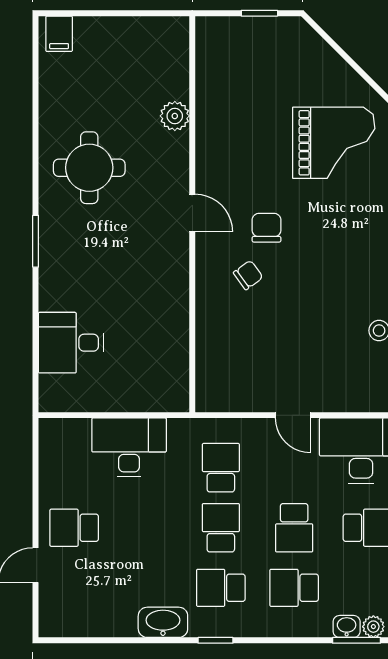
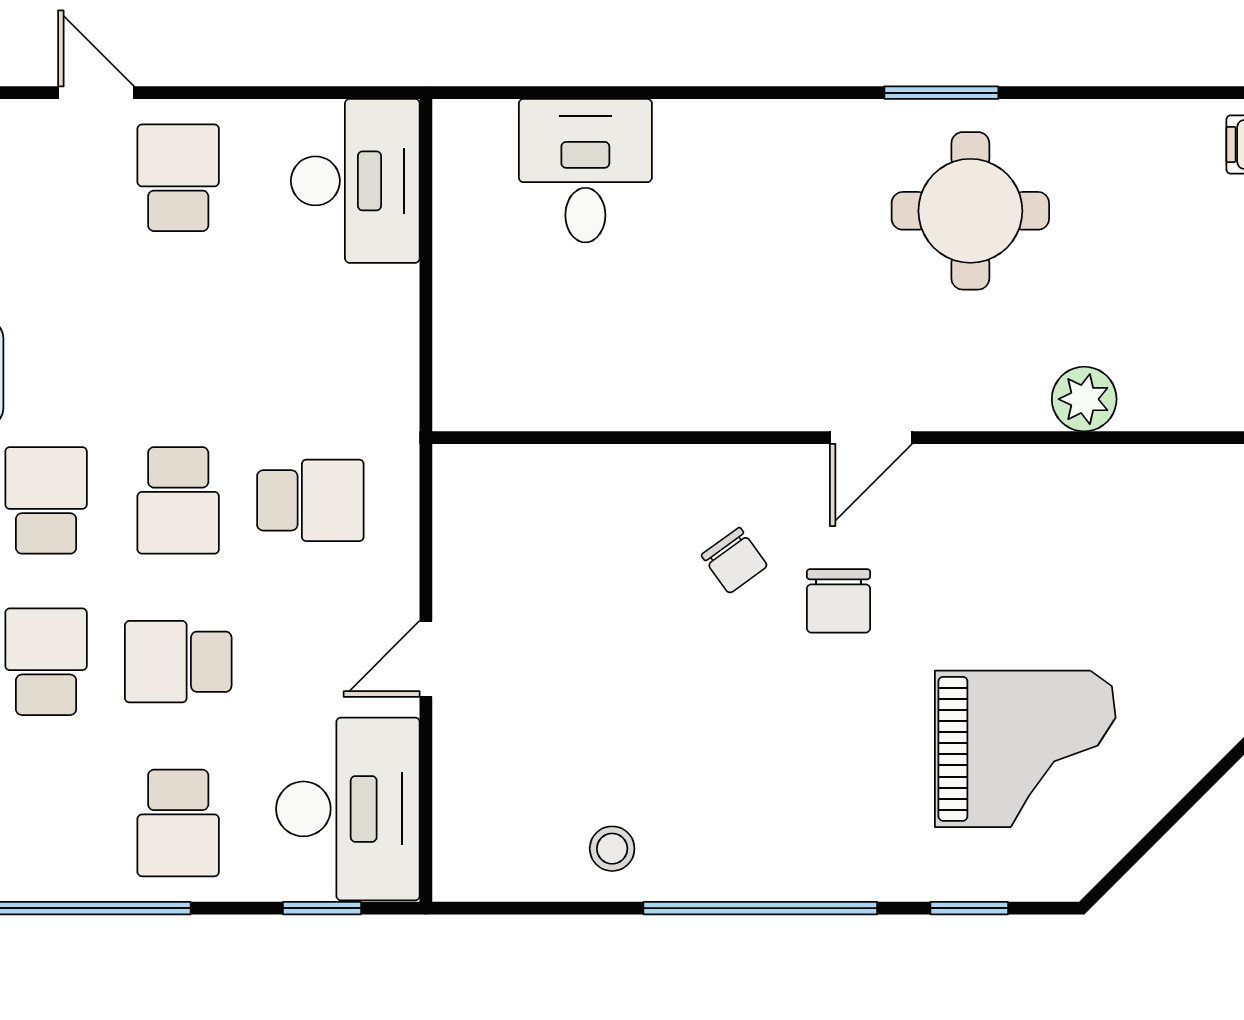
grand piano: (334, 143) -> (1025, 749), turned -90
chair: (266, 228) -> (838, 601), turned 90
window: (36, 241) -> (941, 93), moved
desk: (129, 447) -> (355, 181), moved
school desk: (221, 528) -> (178, 500), turned 90

